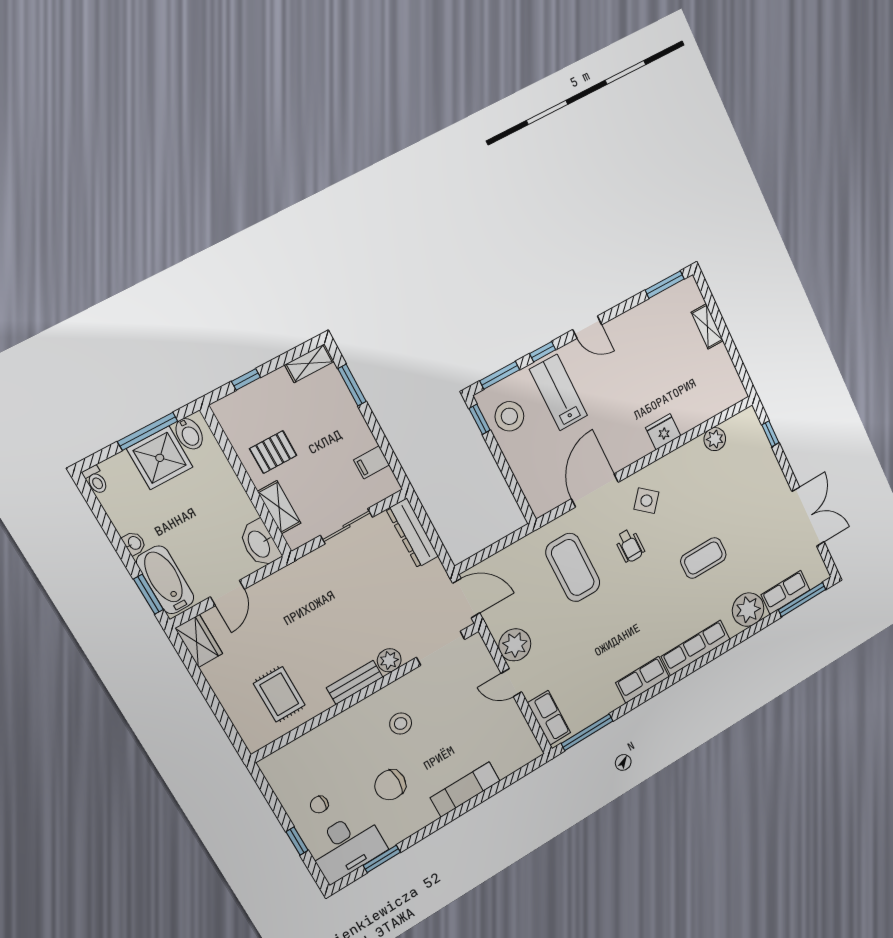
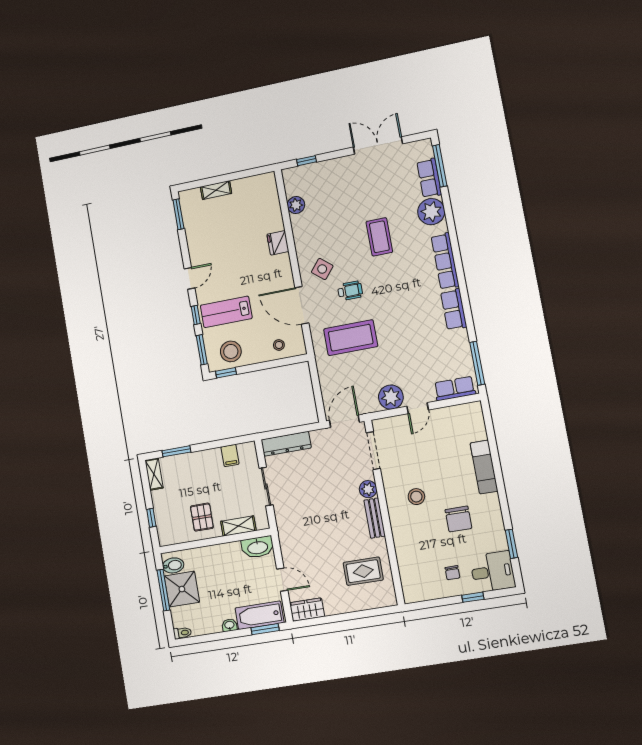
stool: (537, 478) -> (279, 345), added
desk: (347, 846) -> (493, 572), width x0.73

